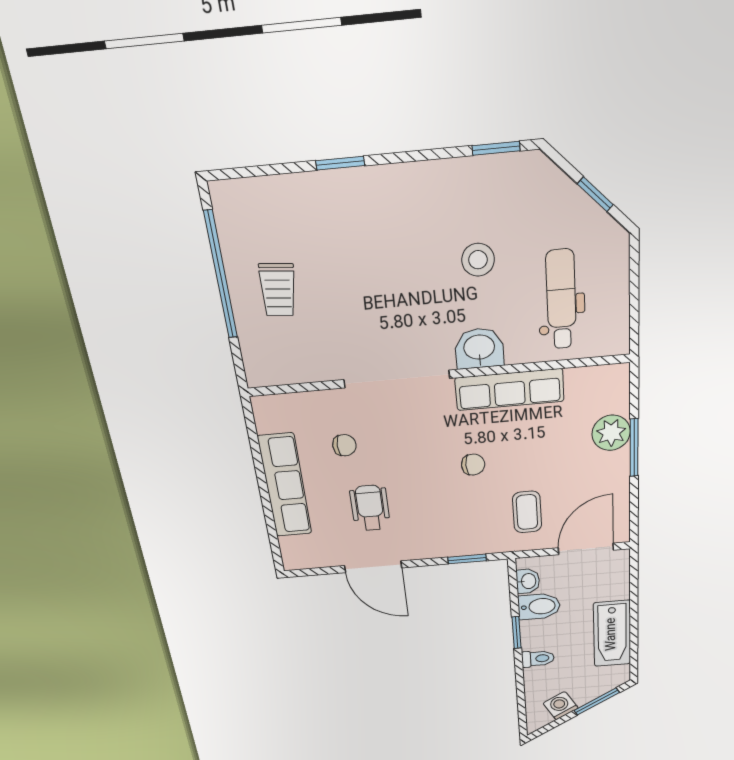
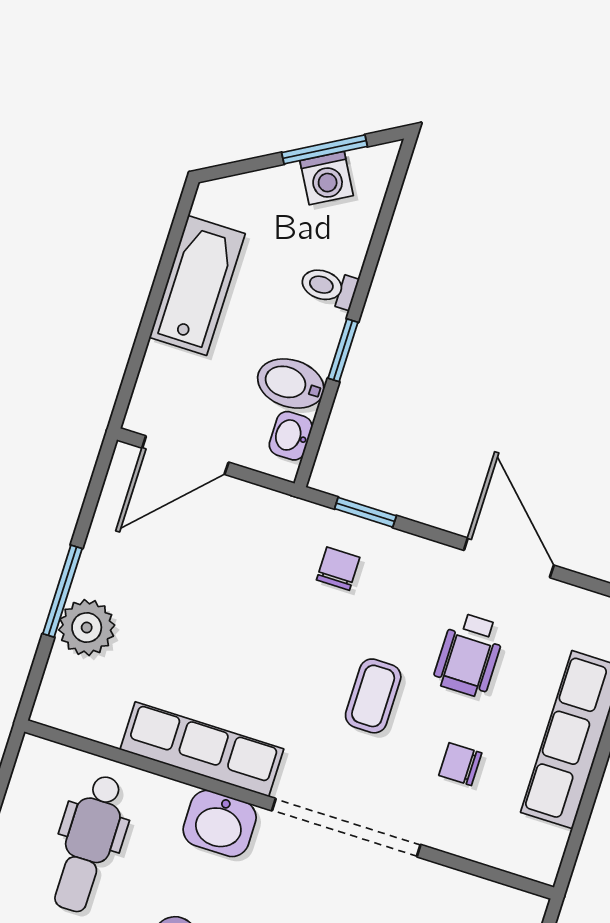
chair: (473, 465) -> (338, 569), moved, turned 90
coffee table: (527, 512) -> (373, 696), moved
window: (597, 701) -> (324, 149), moved

